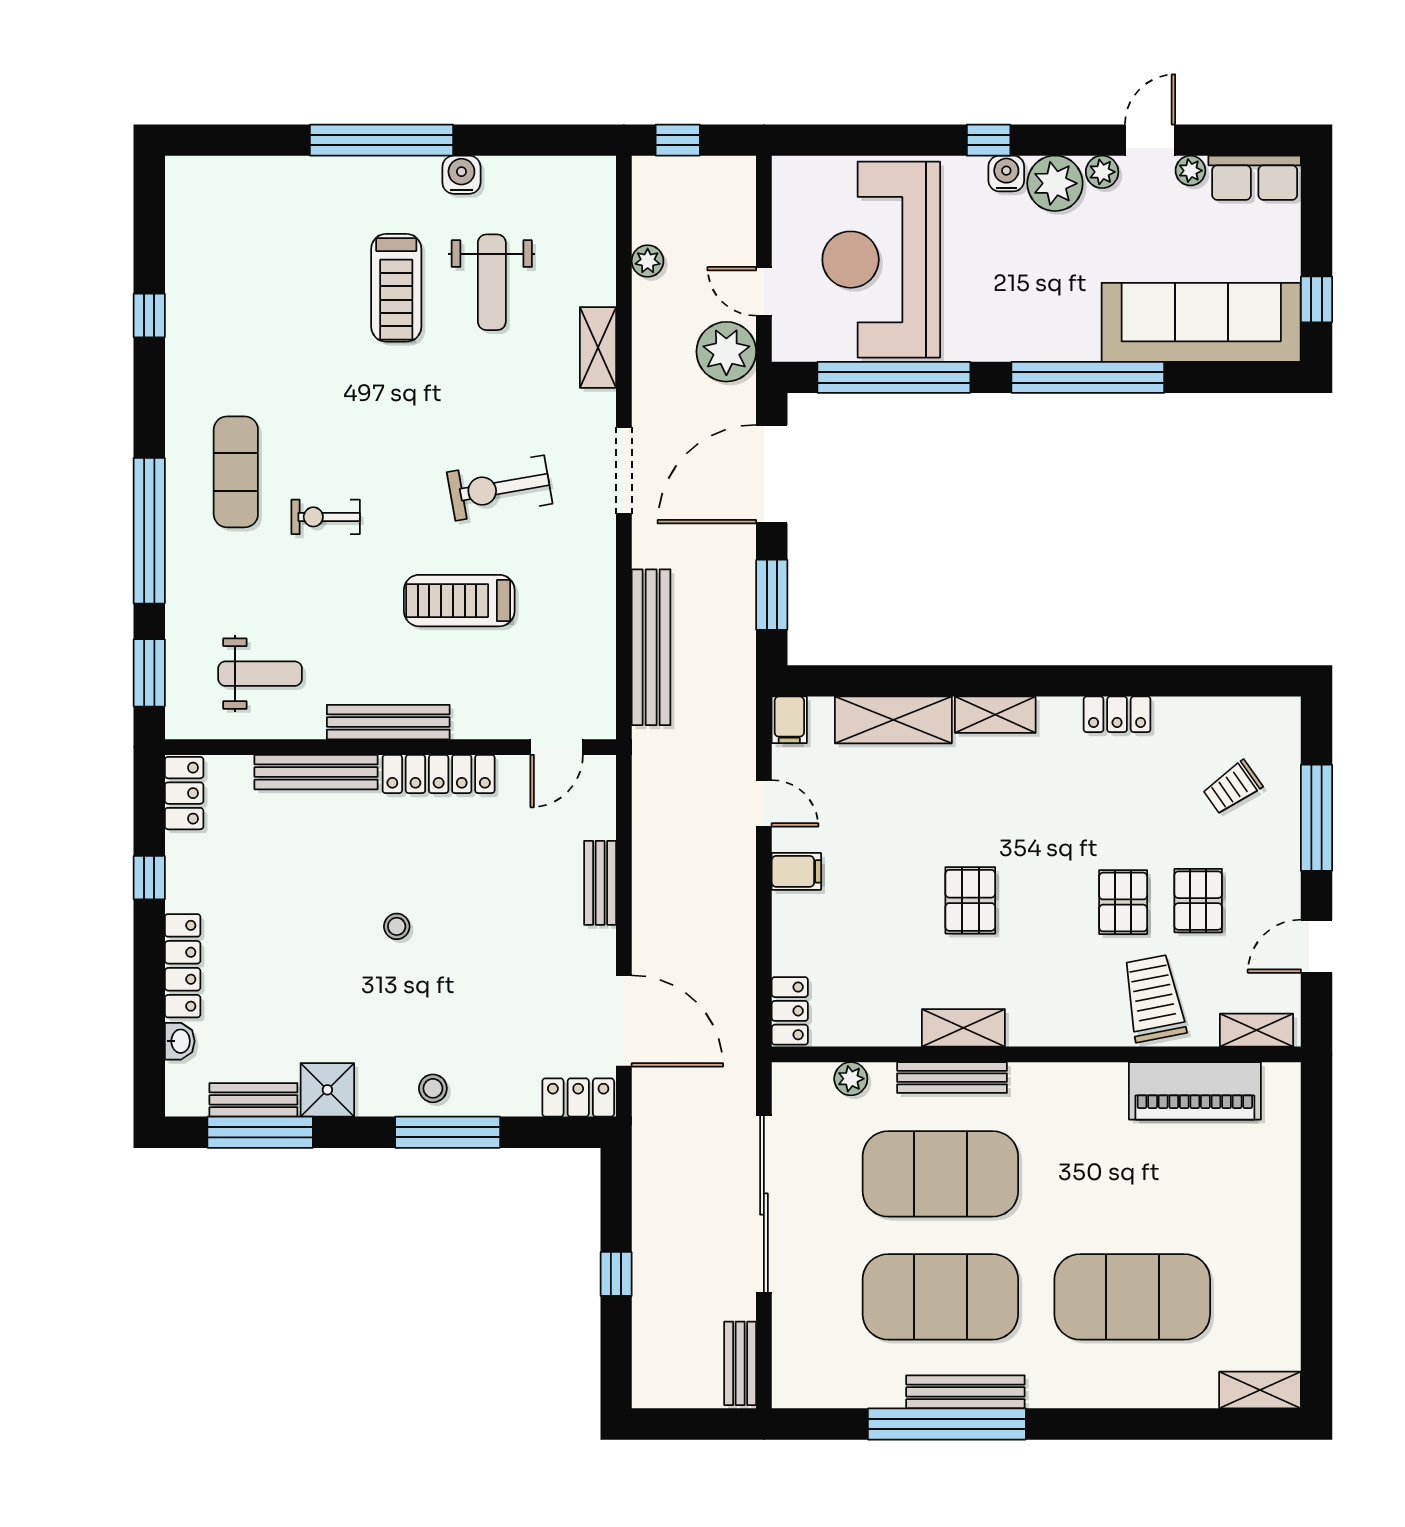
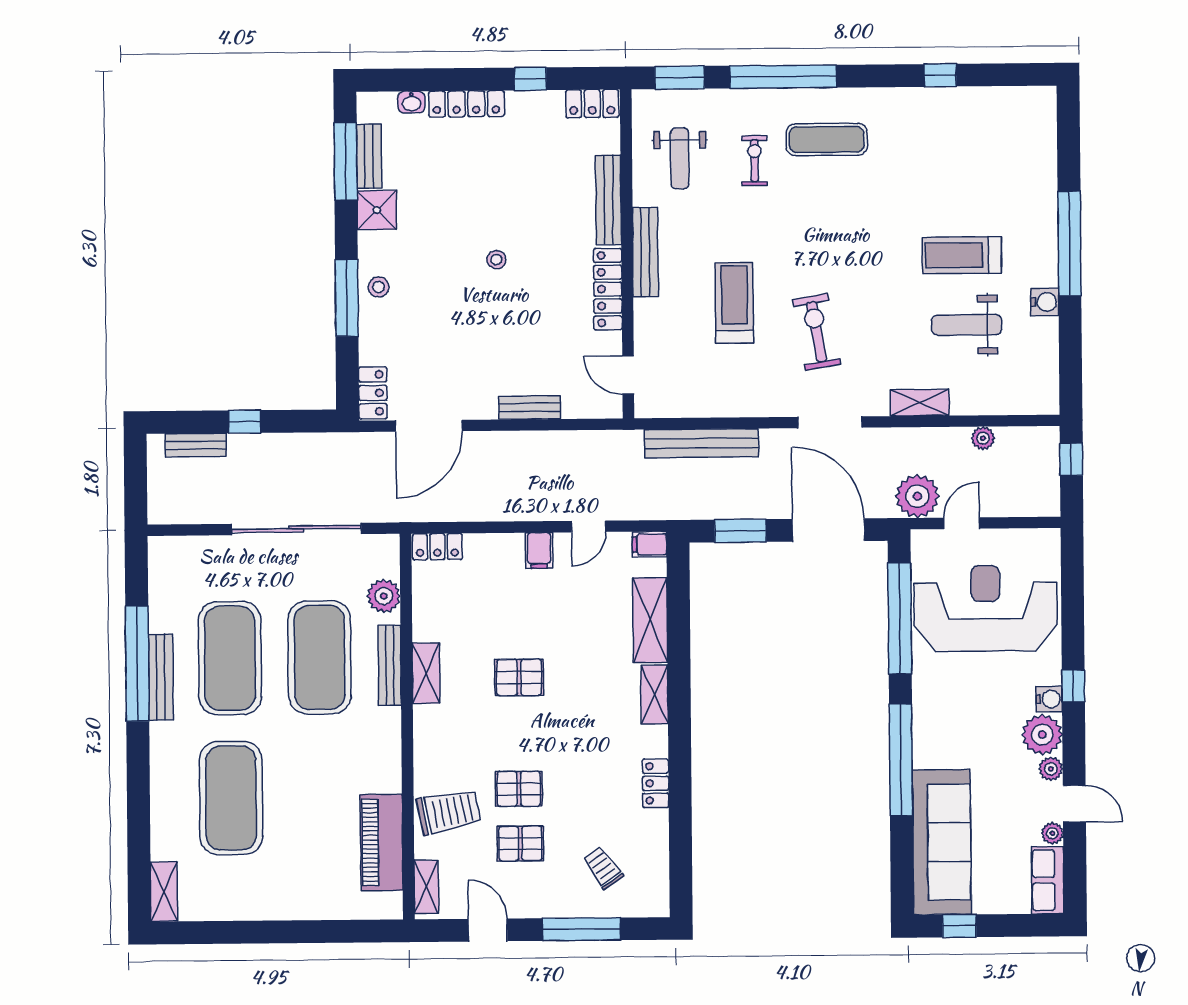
exercise bike: (326, 517) -> (755, 161), moved
plant: (851, 1079) -> (384, 596), width x1.38, depth x1.38
bench: (740, 1363) -> (196, 445), moved

